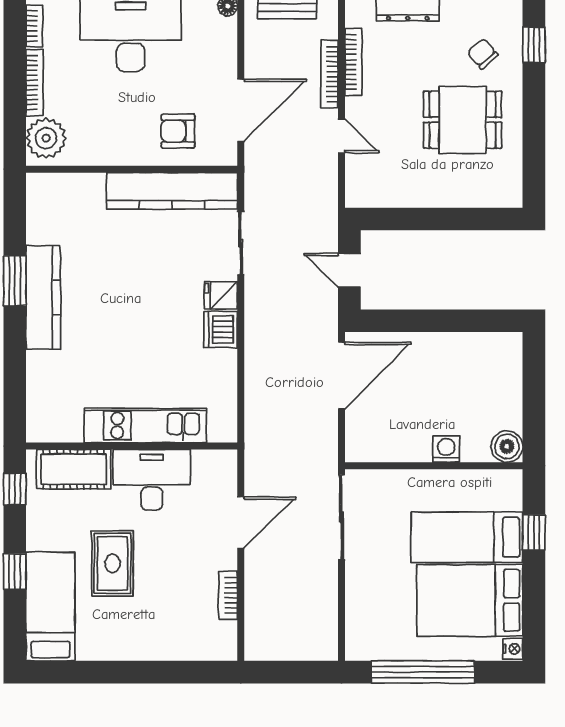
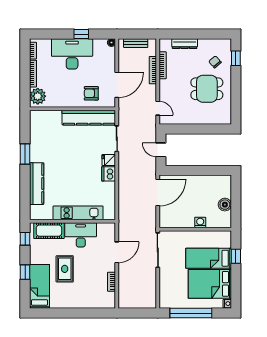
door: (341, 136) -> (158, 108), moved
kitchen counter: (43, 297) -> (37, 184), moved
boiler: (507, 446) -> (225, 205), moved

